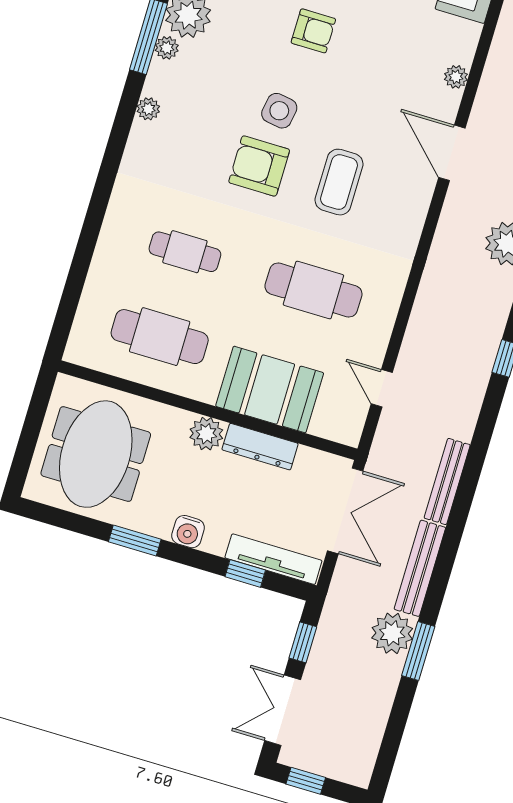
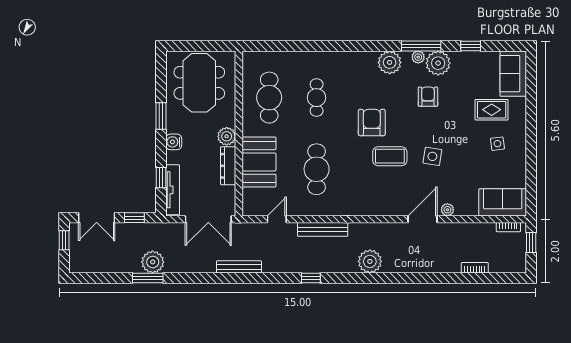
armchair: (313, 31) -> (428, 97), moved, turned 180
plant: (148, 109) -> (390, 62), width x1.88, depth x1.88
side table: (279, 111) -> (432, 156), moved
door: (452, 153) -> (423, 219), moved
coffee table: (339, 182) -> (390, 156), moved
meeting table: (96, 454) -> (199, 83), turned 90
bench: (420, 568) -> (323, 229), moved
double door: (283, 710) -> (97, 218), swing flipped

